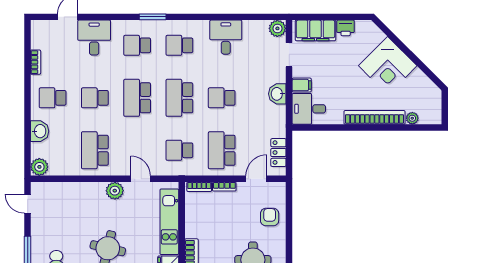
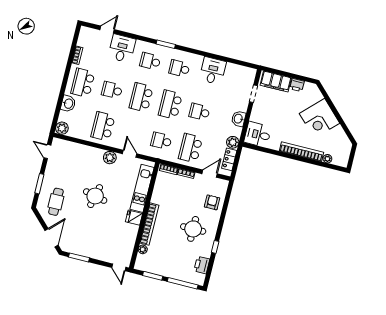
plant: (277, 28) -> (233, 142), moved
filing cabinet: (302, 85) -> (257, 117), removed
school desk: (53, 98) -> (83, 83), width x1.85

